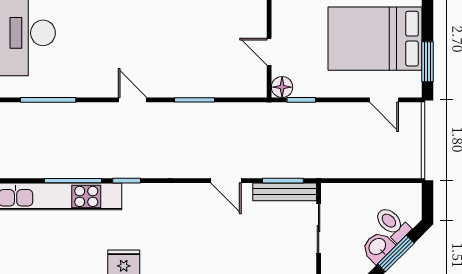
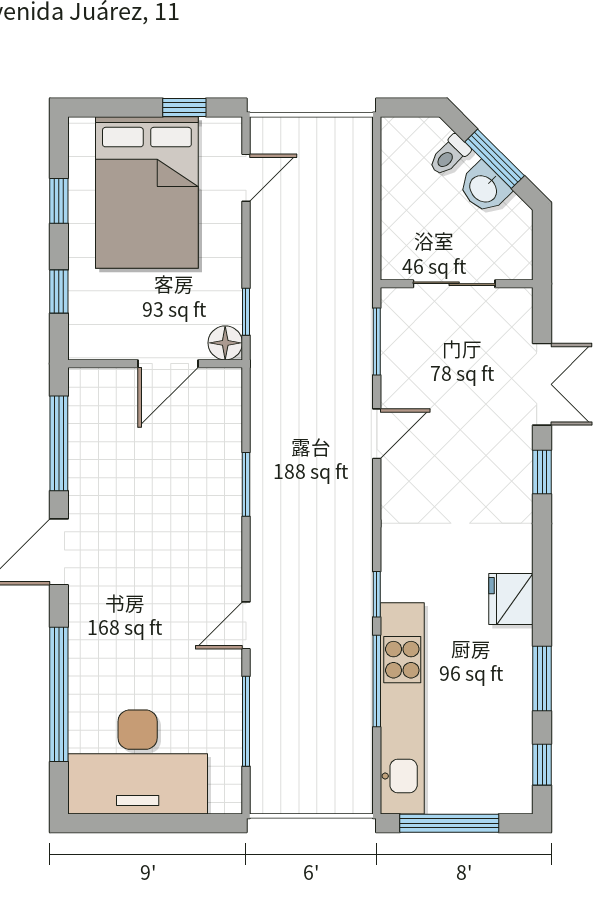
door: (269, 52) -> (168, 364), width x1.38
window: (428, 62) -> (184, 108), width x0.67
door: (132, 100) -> (246, 625), moved
bench: (285, 192) -> (395, 339), removed
toilet: (392, 224) -> (449, 155), width x0.73, depth x0.72

